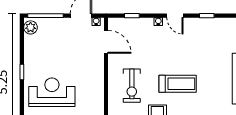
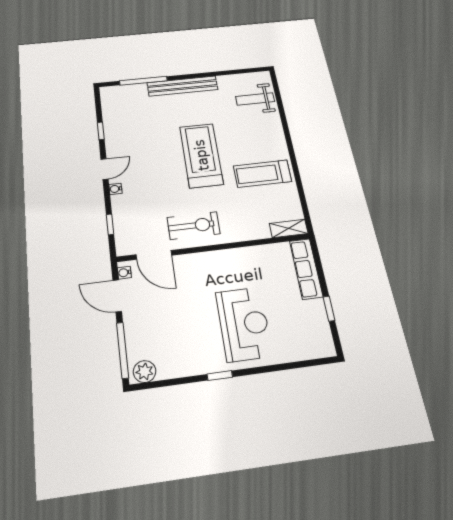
door: (106, 42) -> (154, 255), swing flipped
treadmill: (178, 84) -> (201, 155), width x1.37, depth x1.38
exercise bike: (132, 86) -> (194, 226), moved
reception desk: (52, 92) -> (244, 324), turned 180

